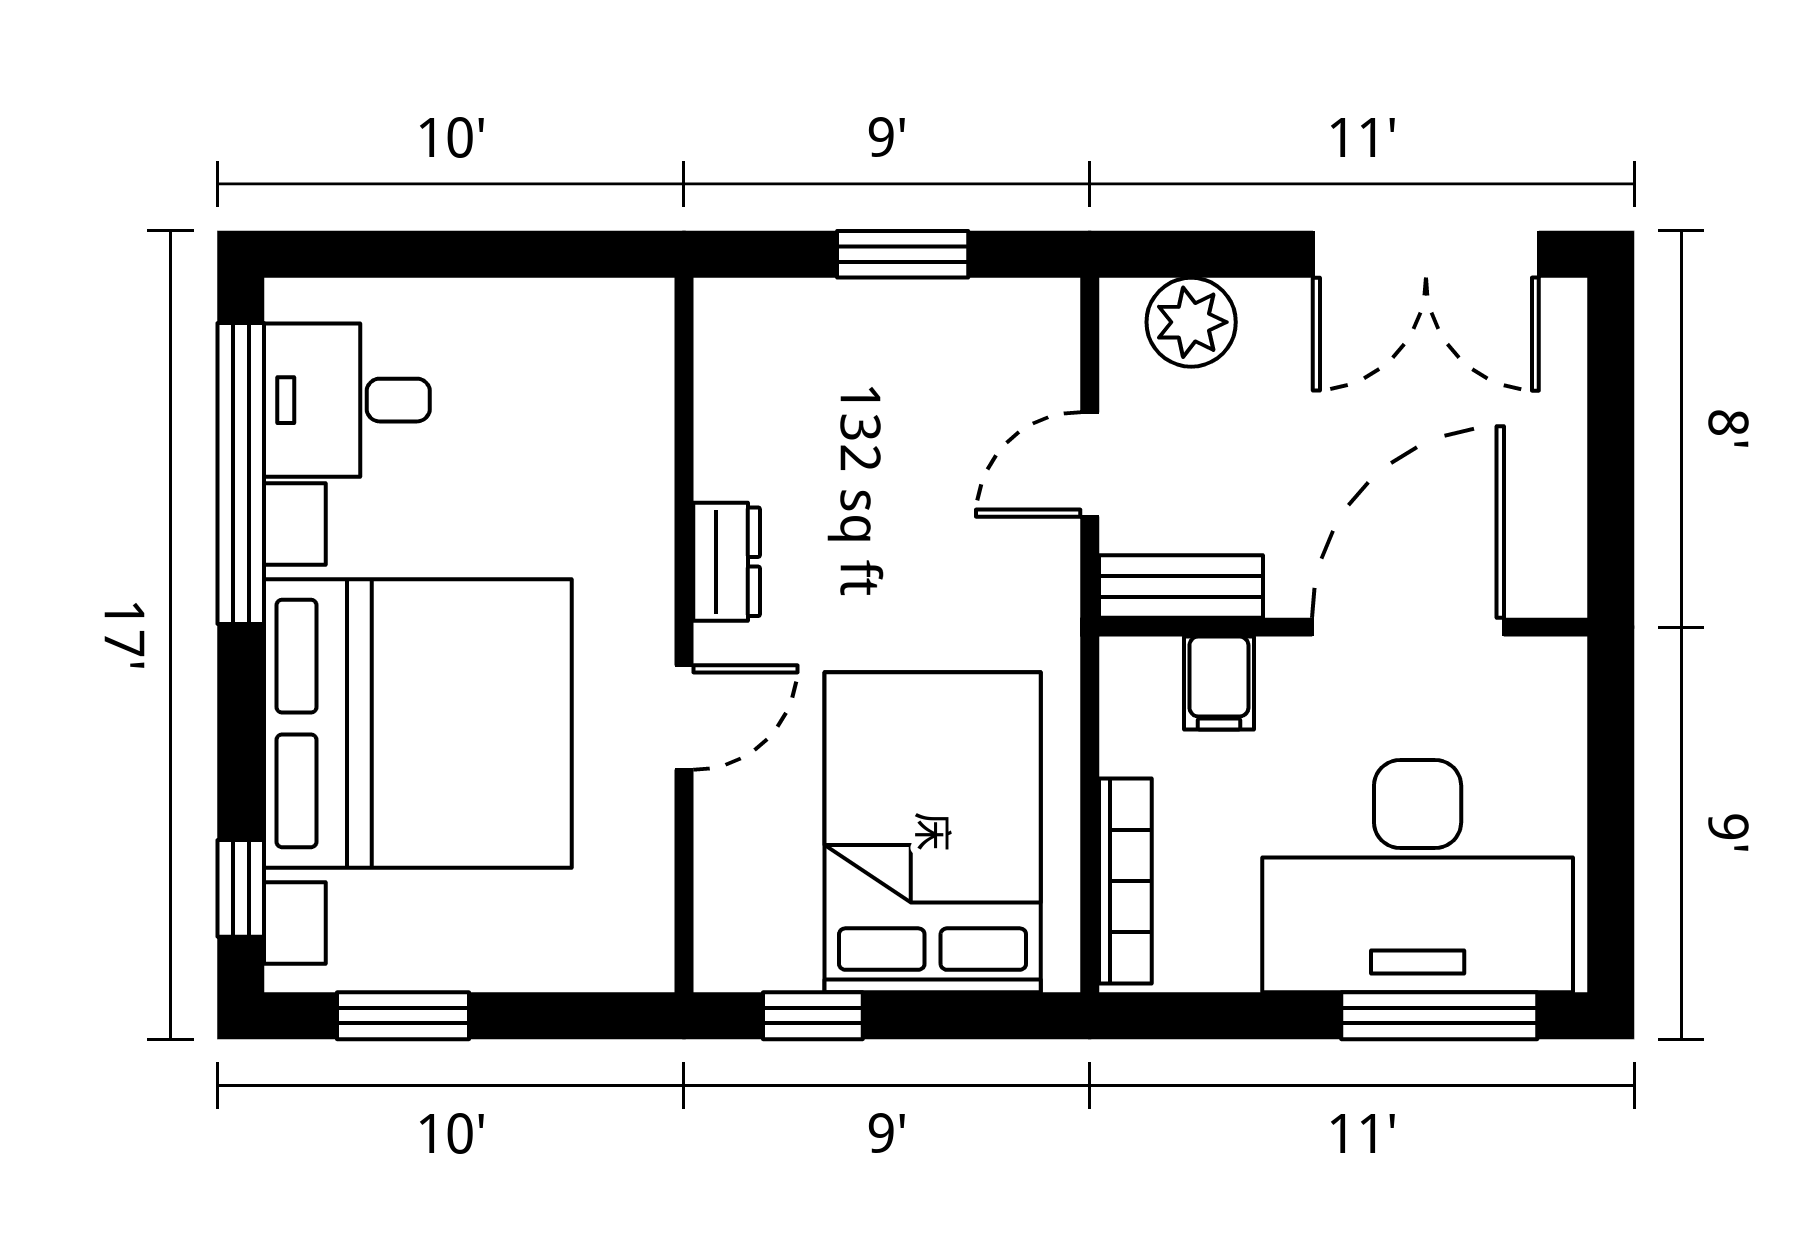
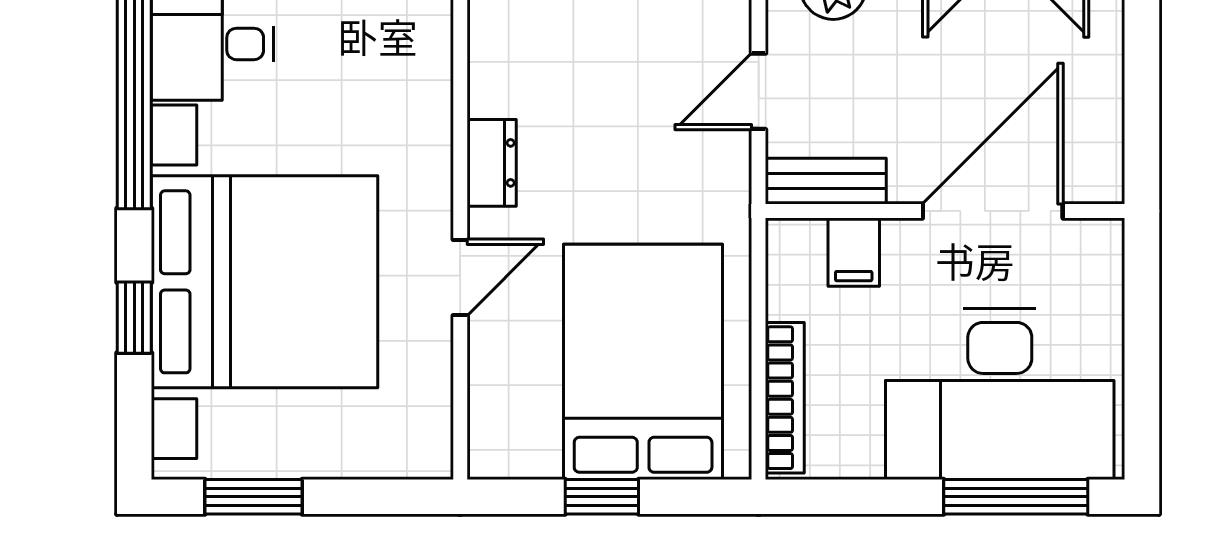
window: (241, 888) -> (134, 318), moved
window: (813, 1016) -> (602, 497), moved

